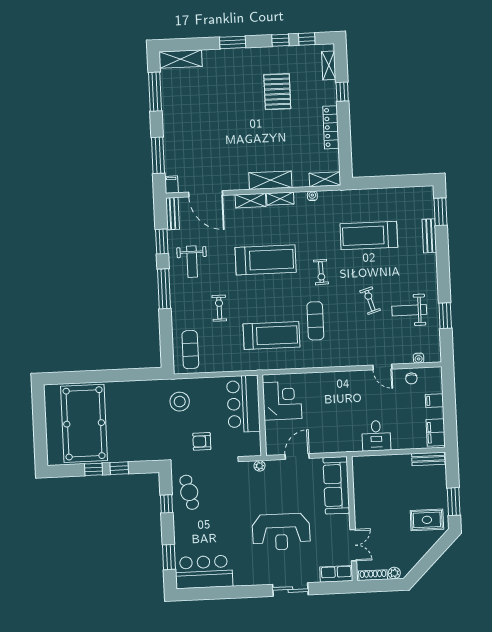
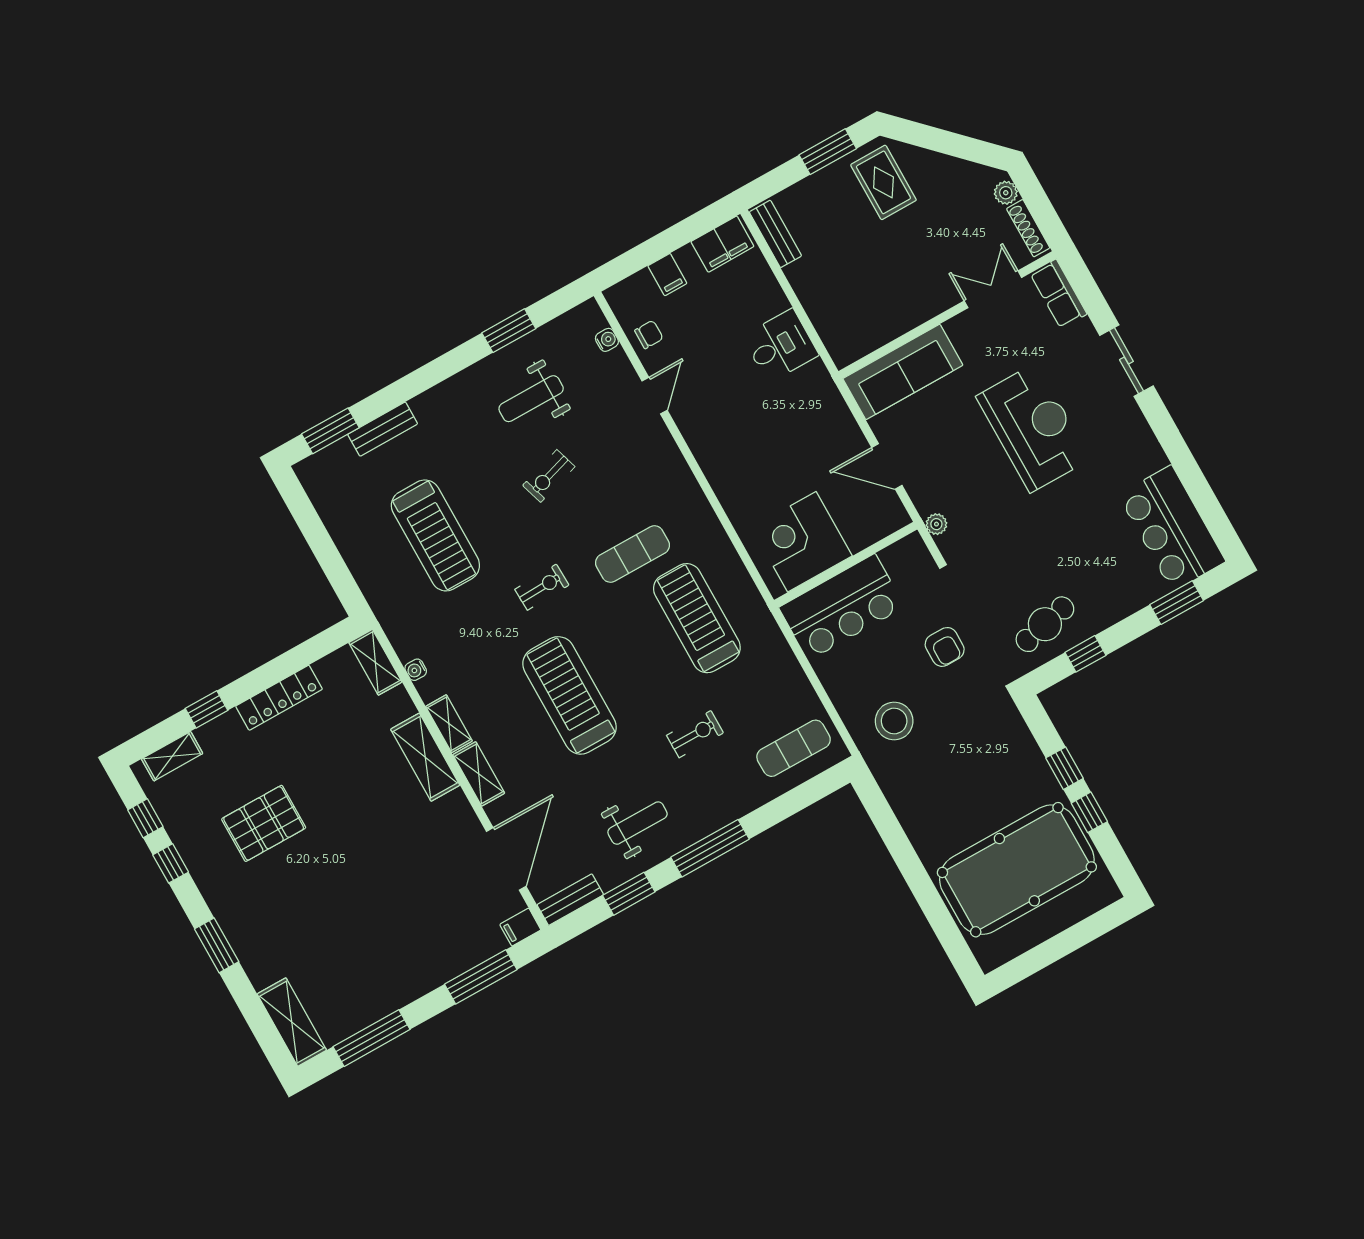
exercise bike: (219, 308) -> (695, 734), turned 180
weight bench: (409, 310) -> (531, 399), turned 90

